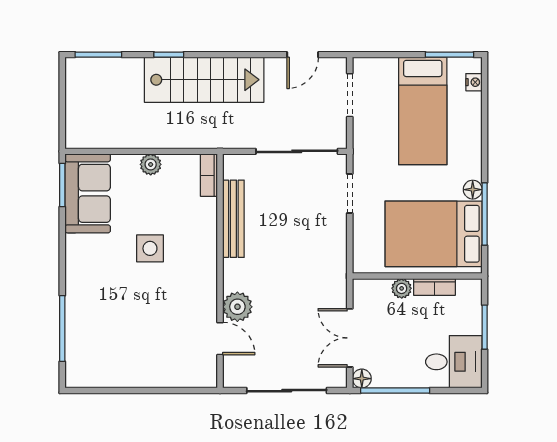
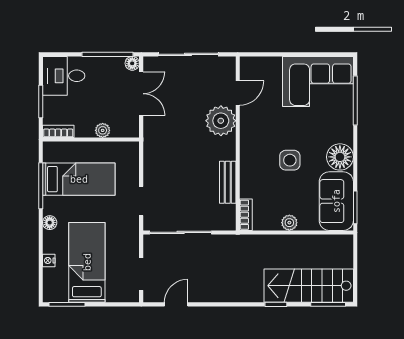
stairs: (204, 80) -> (309, 286), moved
nightstand: (474, 82) -> (49, 260), moved
floor lamp: (473, 190) -> (50, 223), moved
bench: (233, 219) -> (228, 182), width x0.73
bed: (434, 234) -> (79, 179), width x0.67
floor lamp: (83, 253) -> (340, 157), added
bookcase: (434, 287) -> (58, 131), moved
plant: (237, 307) -> (221, 121), width x1.36, depth x1.36
door: (220, 339) -> (238, 93), swing flipped
corner sofa: (112, 354) -> (318, 81), added

